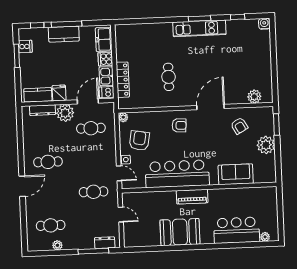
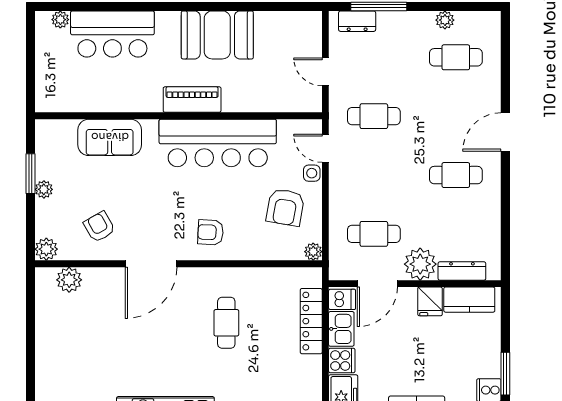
plant: (267, 113) -> (46, 249), added
window: (276, 124) -> (30, 174), moved
plant: (266, 145) -> (44, 189), width x0.53, depth x0.53

